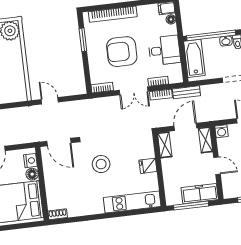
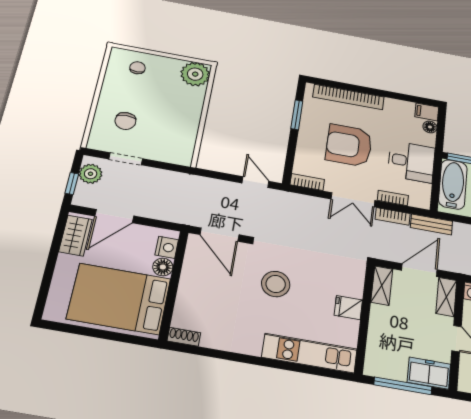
door: (50, 101) -> (255, 182), moved
freezer: (200, 194) -> (429, 373), width x0.71

